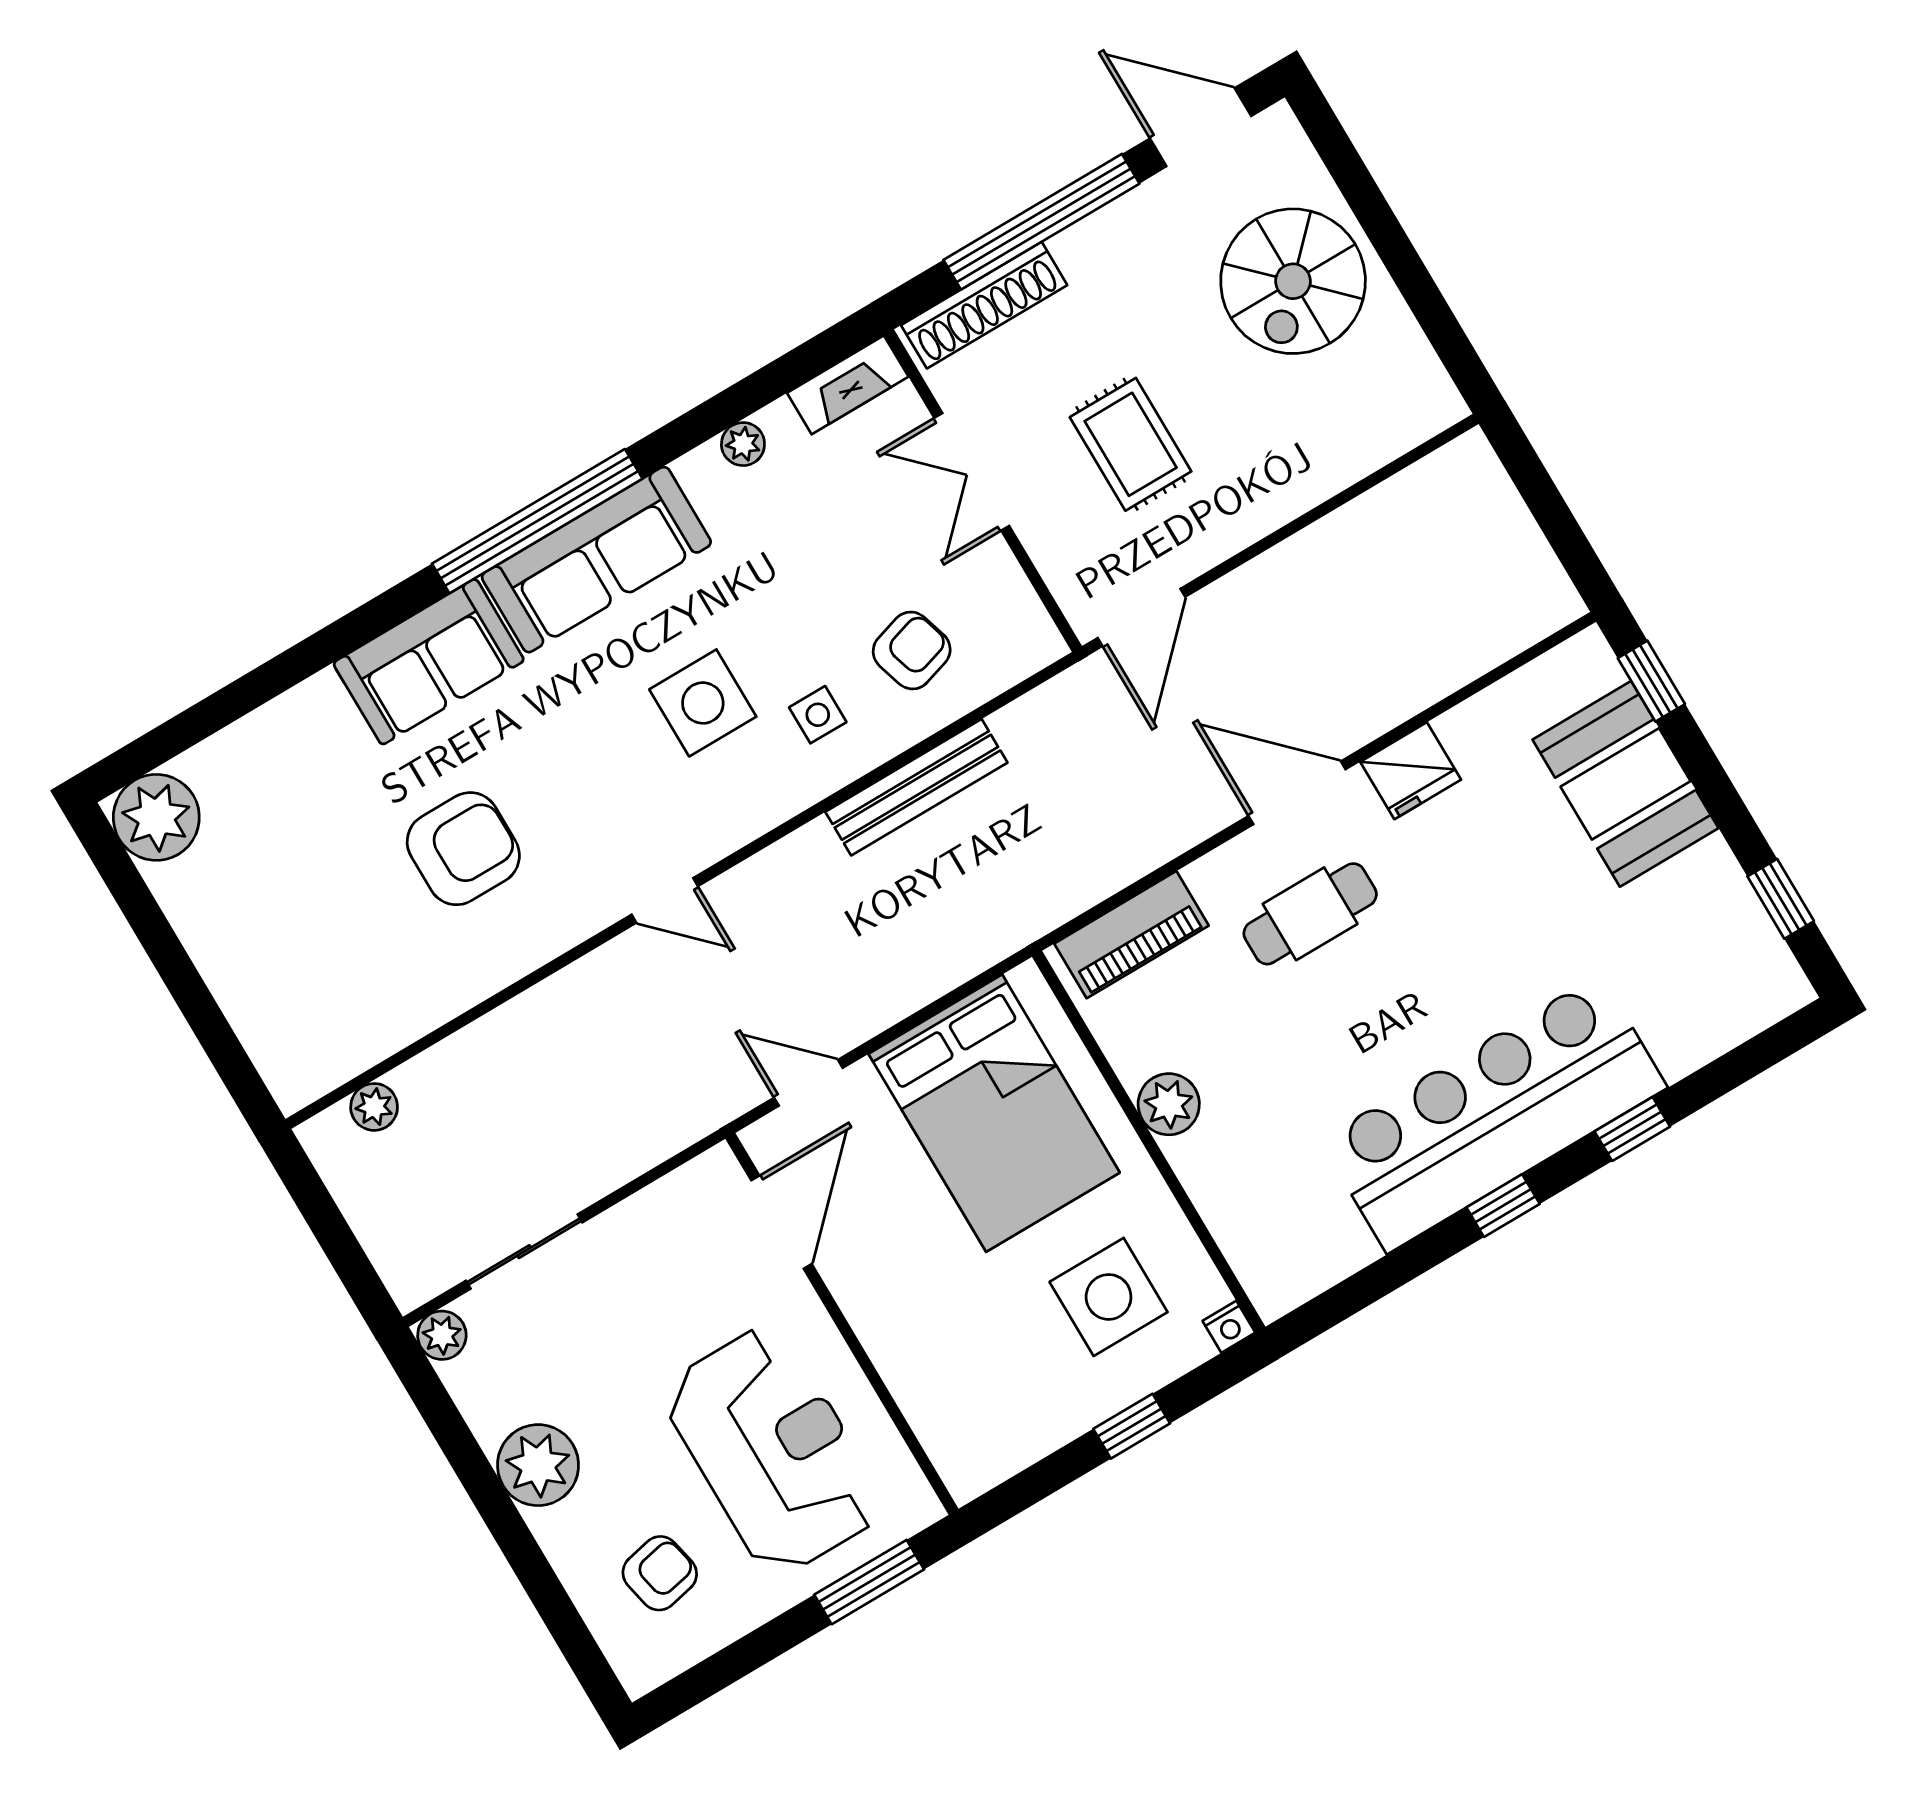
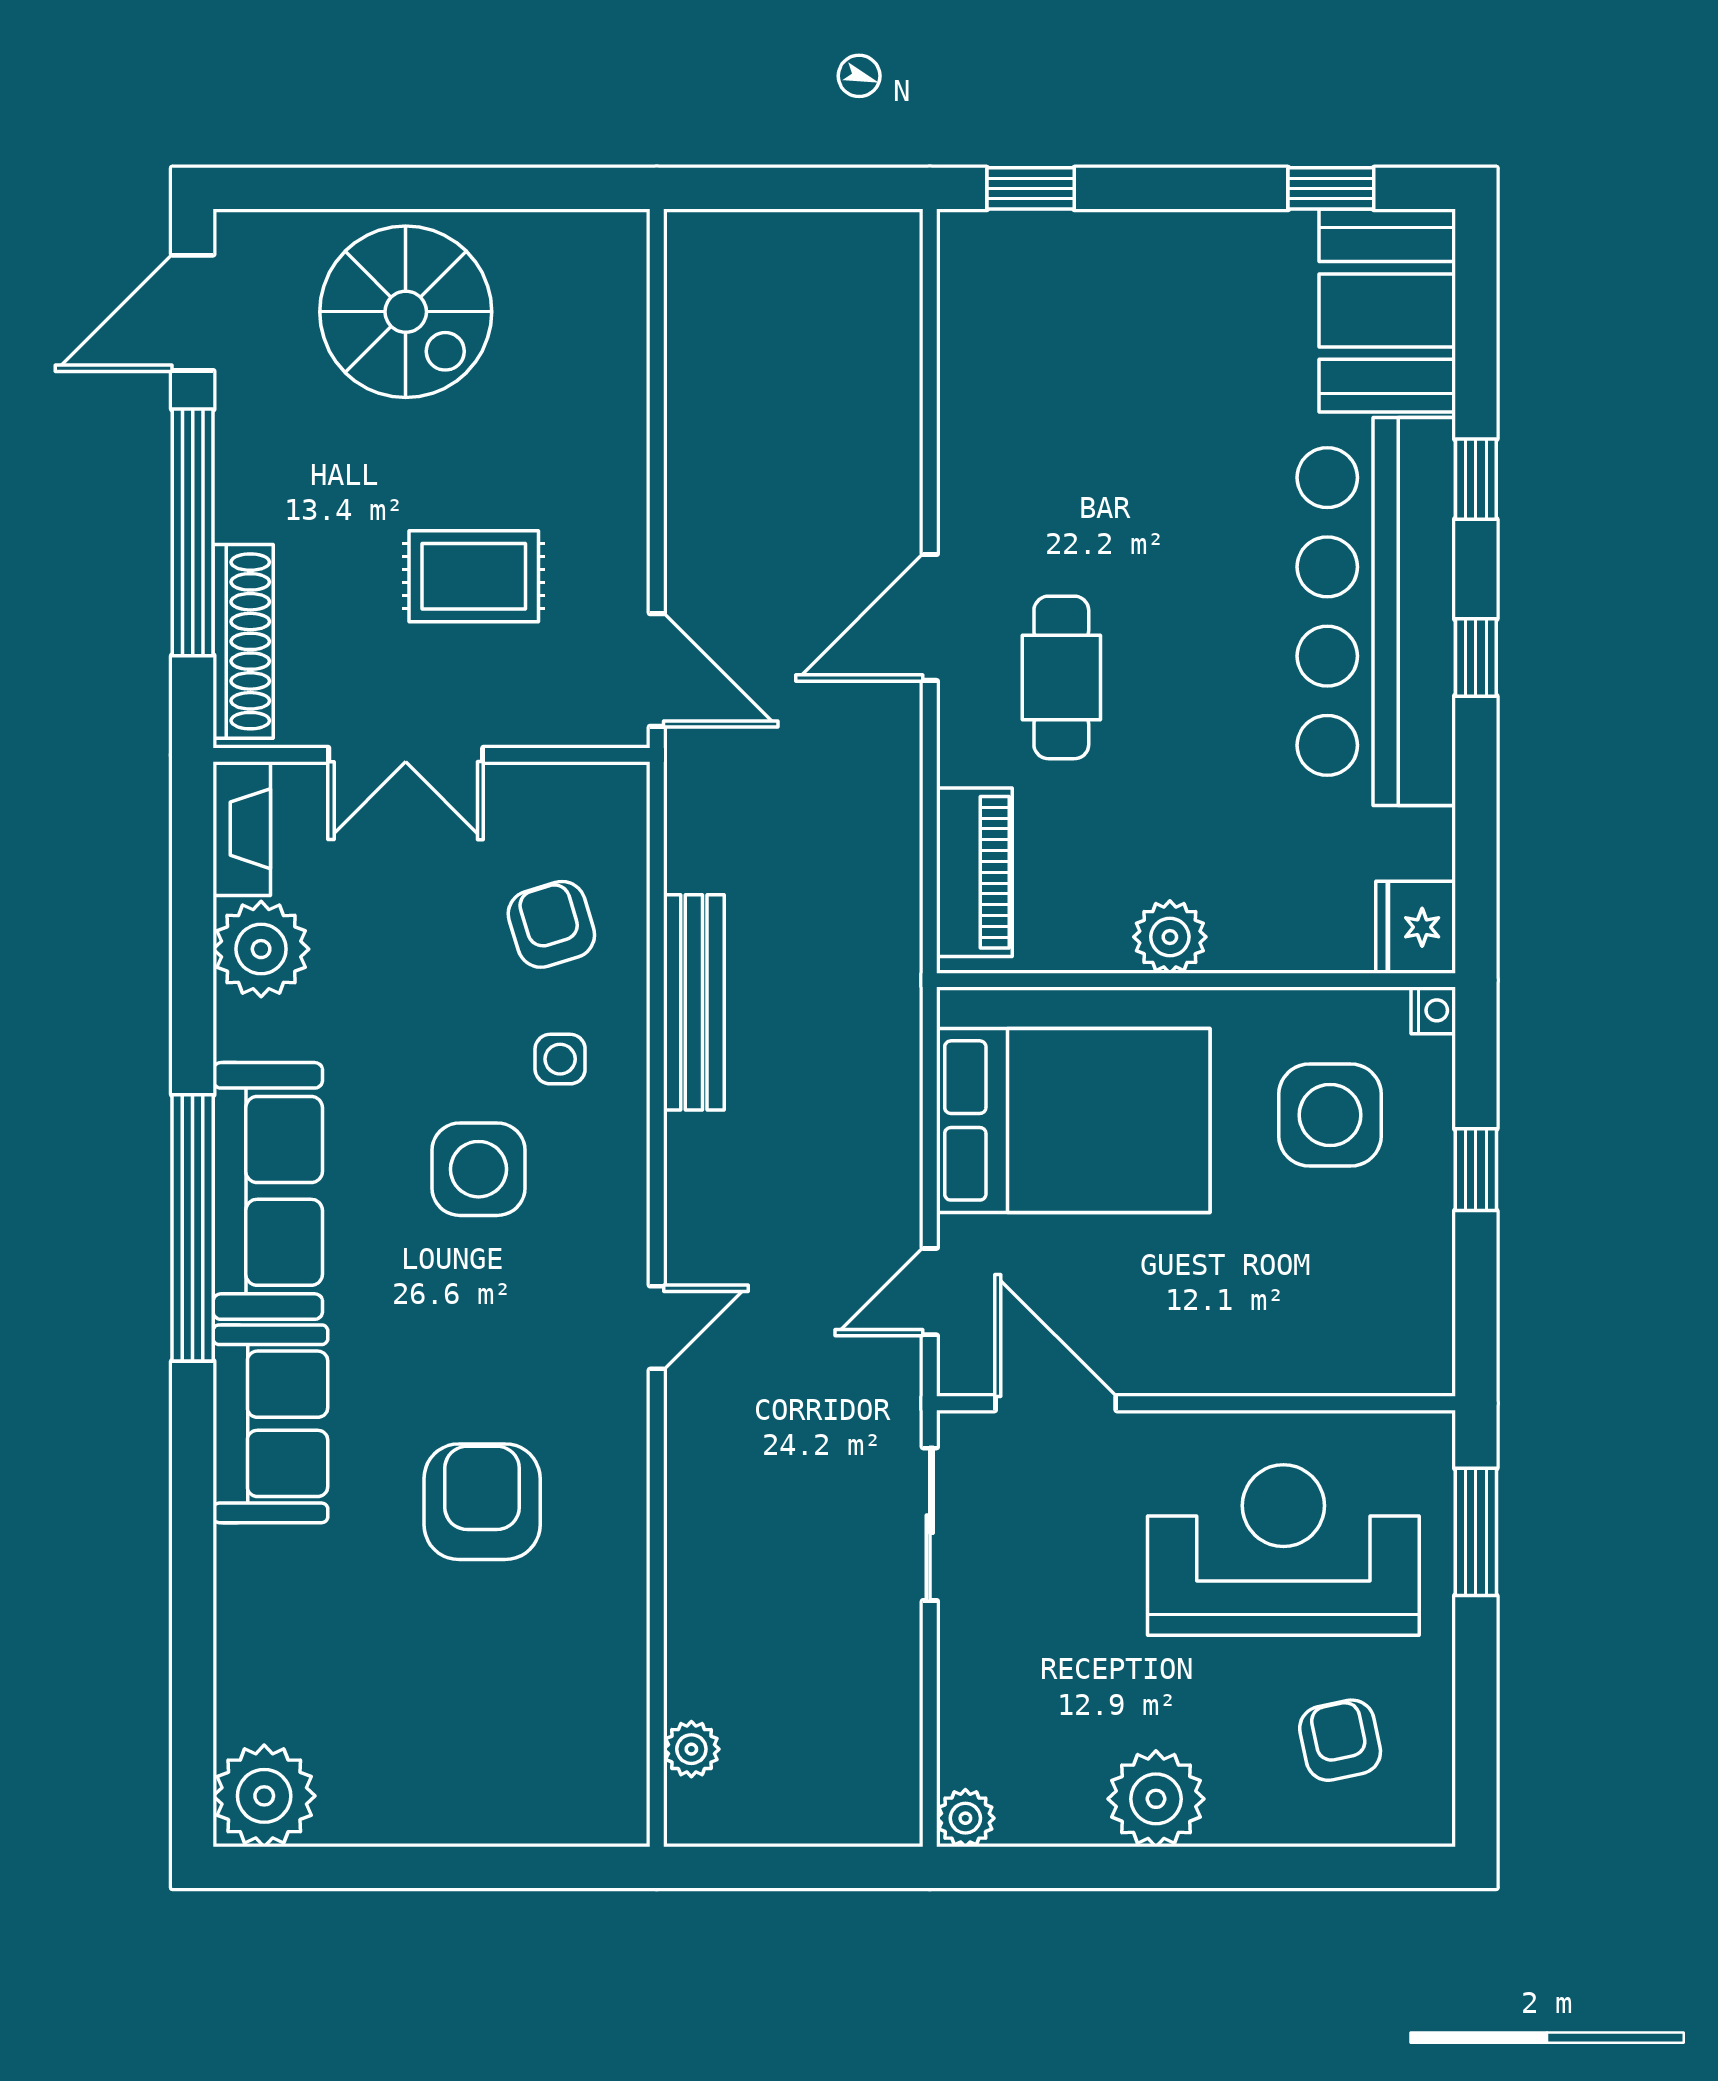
plant: (743, 444) -> (261, 949), width x1.88, depth x1.88
fridge: (1411, 771) -> (1416, 927), moved, turned 180
booth: (1626, 784) -> (1387, 310), moved, turned 90
sliding door: (524, 1252) -> (930, 1524), moved

